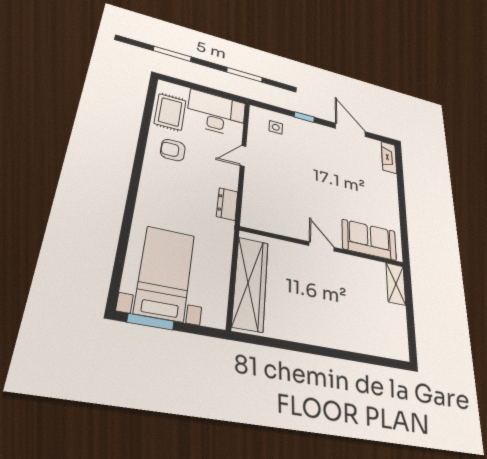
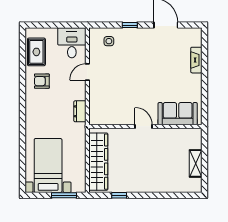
desk: (216, 113) -> (72, 43), width x0.73
fireplace: (389, 157) -> (196, 60), moved
shelving: (396, 284) -> (196, 163), moved
window: (151, 322) -> (64, 195), moved
window: (282, 344) -> (119, 195), added

